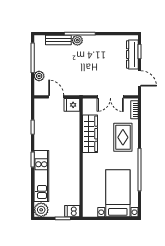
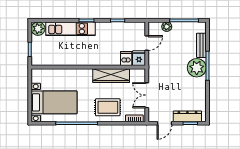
plant: (77, 40) -> (197, 68), width x1.87, depth x1.87
dishwasher: (72, 211) -> (126, 59), moved

